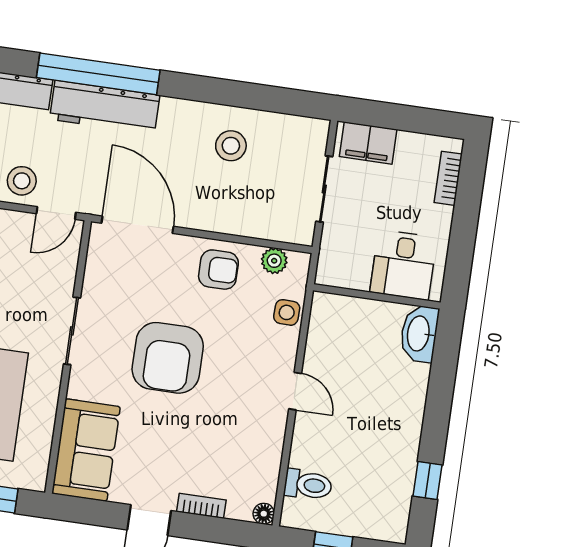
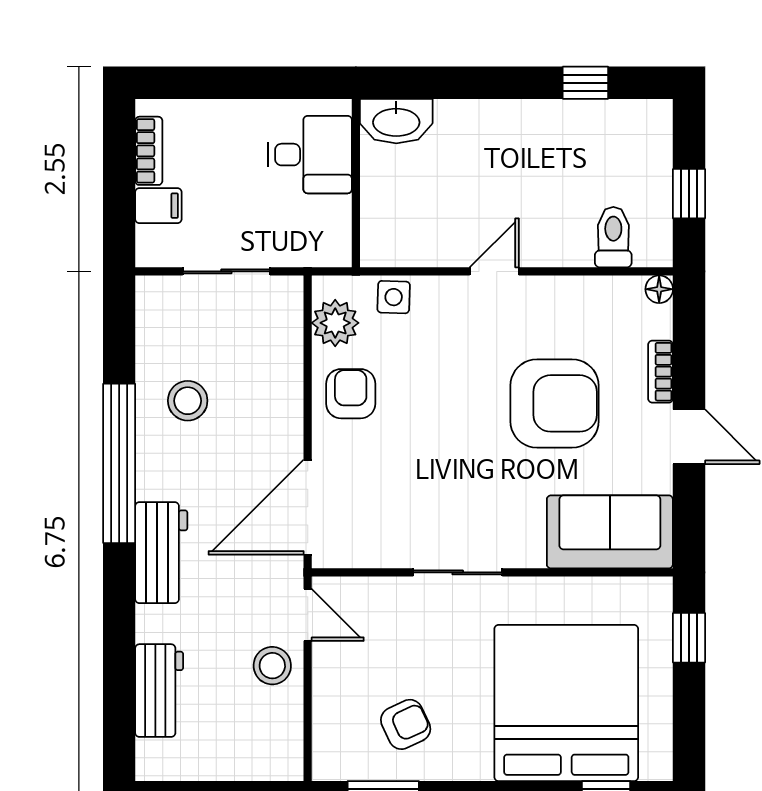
window: (98, 74) -> (119, 463), moved
workbench: (105, 107) -> (161, 553), width x0.73
filing cabinet: (368, 143) -> (158, 206), width x0.50
bookcase: (448, 178) -> (149, 151), moved, turned -90
plant: (274, 261) -> (335, 323), width x1.38, depth x1.38
armchair: (168, 358) -> (555, 403), moved

